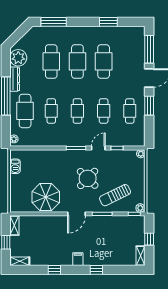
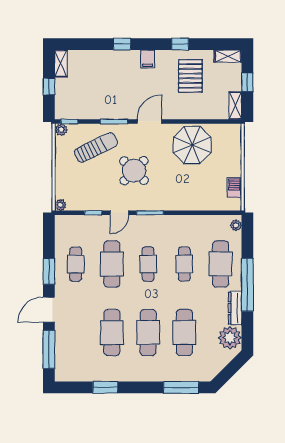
cafe table: (104, 111) -> (112, 264), width x1.37, depth x1.35
pallet: (47, 247) -> (190, 76), added

